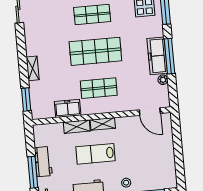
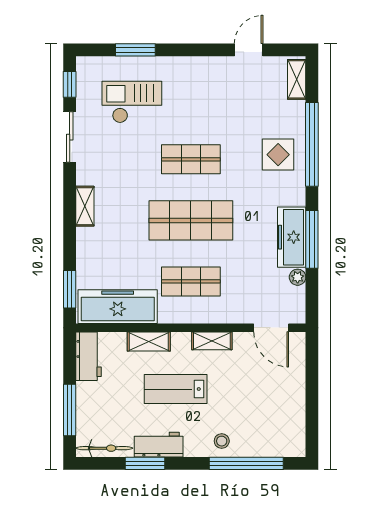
shelving: (33, 68) -> (85, 206), moved
freezer: (68, 108) -> (118, 307), width x1.91, depth x1.26
shelving: (103, 124) -> (212, 341), moved
workbench: (43, 162) -> (89, 356), moved

